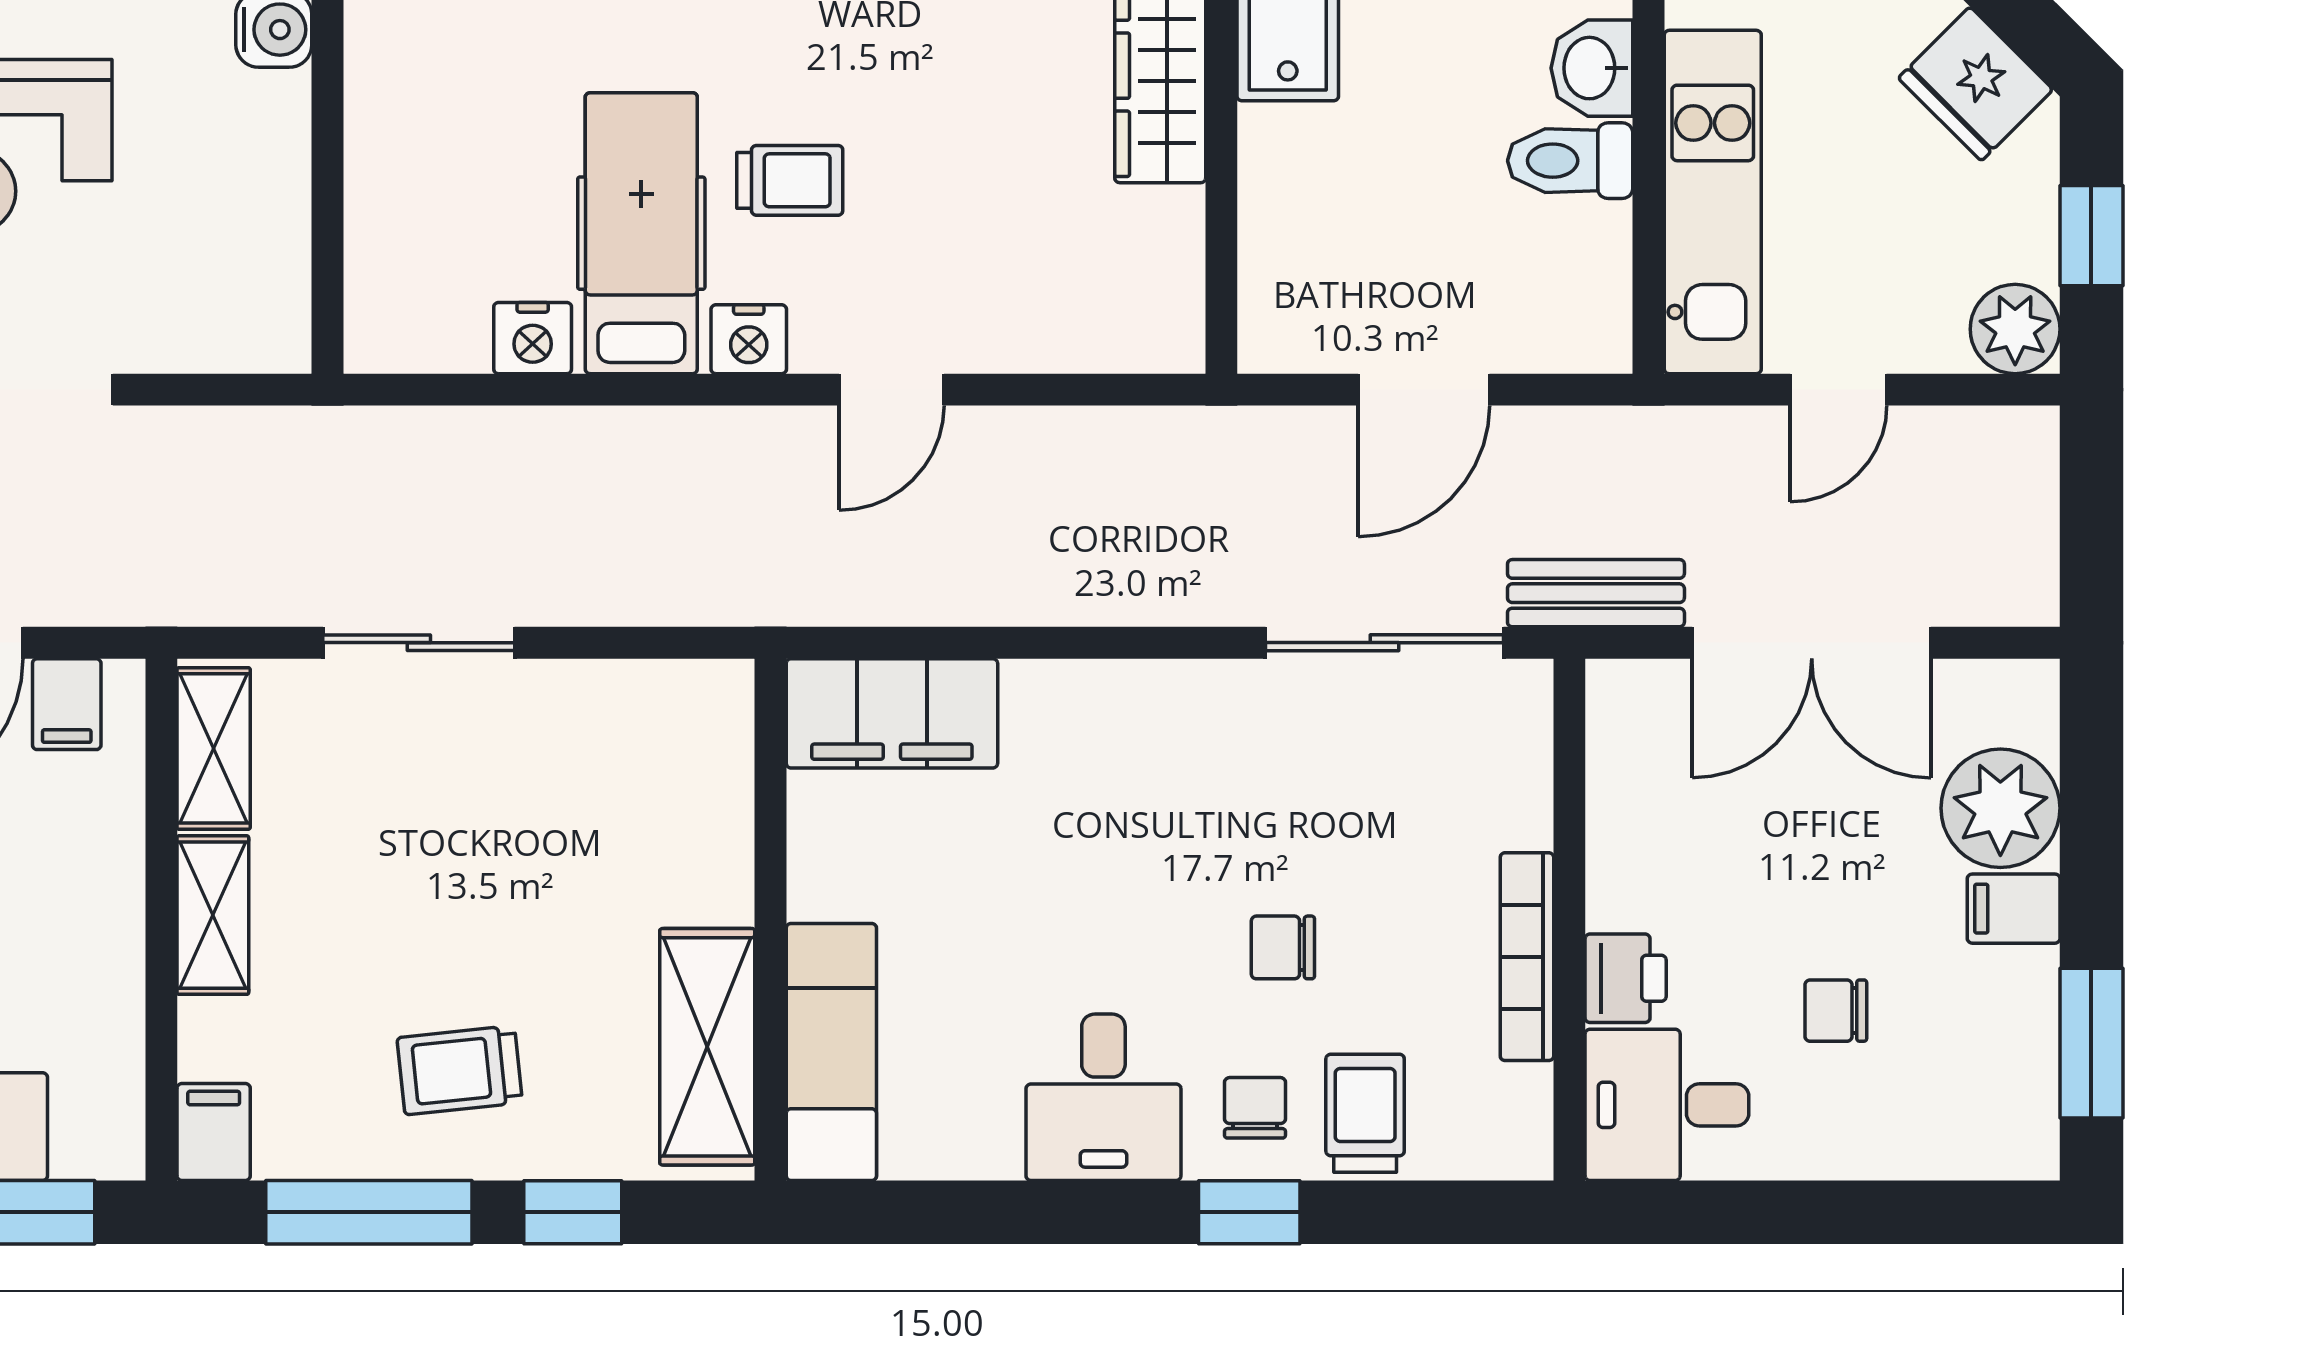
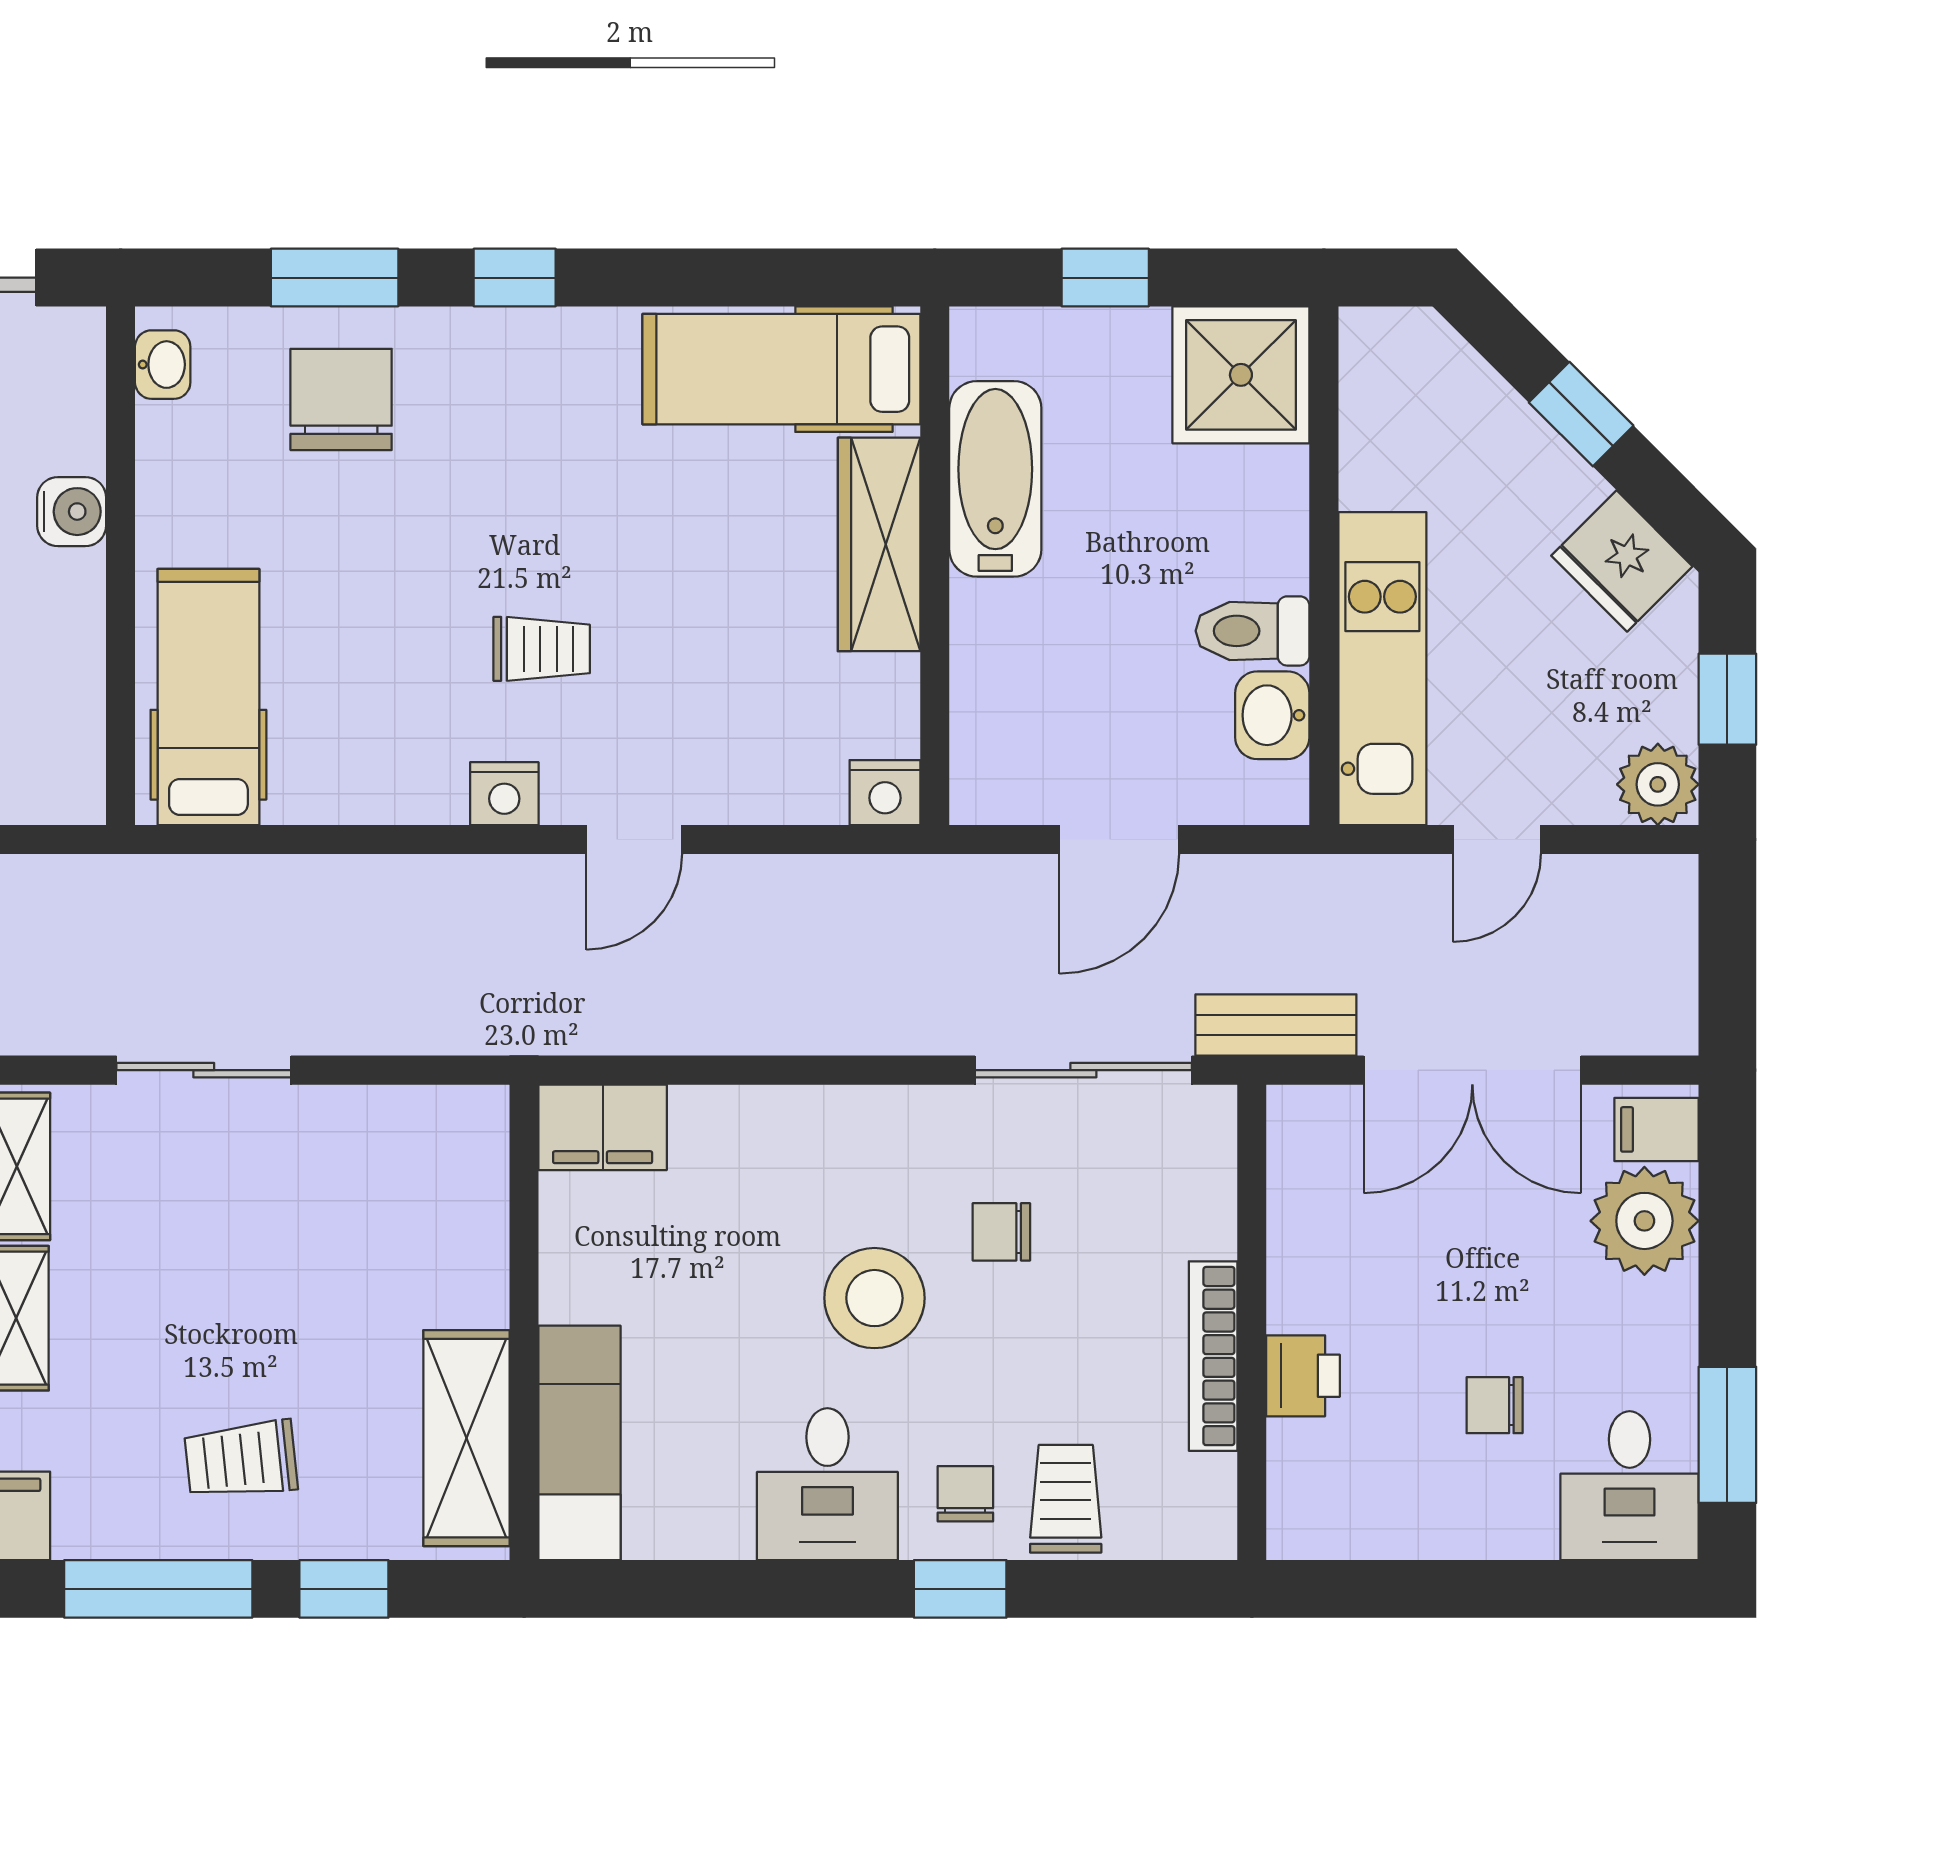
washbasin: (1592, 68) -> (1272, 715), moved
hospital bed: (641, 233) -> (208, 697), moved
nightstand: (533, 338) -> (885, 793), moved
filing cabinet: (892, 713) -> (603, 1127), width x0.67, depth x0.86
stool: (1155, 893) -> (874, 1298), added
filing cabinet: (2014, 909) -> (1656, 1129), moved
chair: (1283, 947) -> (1001, 1232), moved
desk: (1667, 1105) -> (1630, 1486), moved, turned -90

